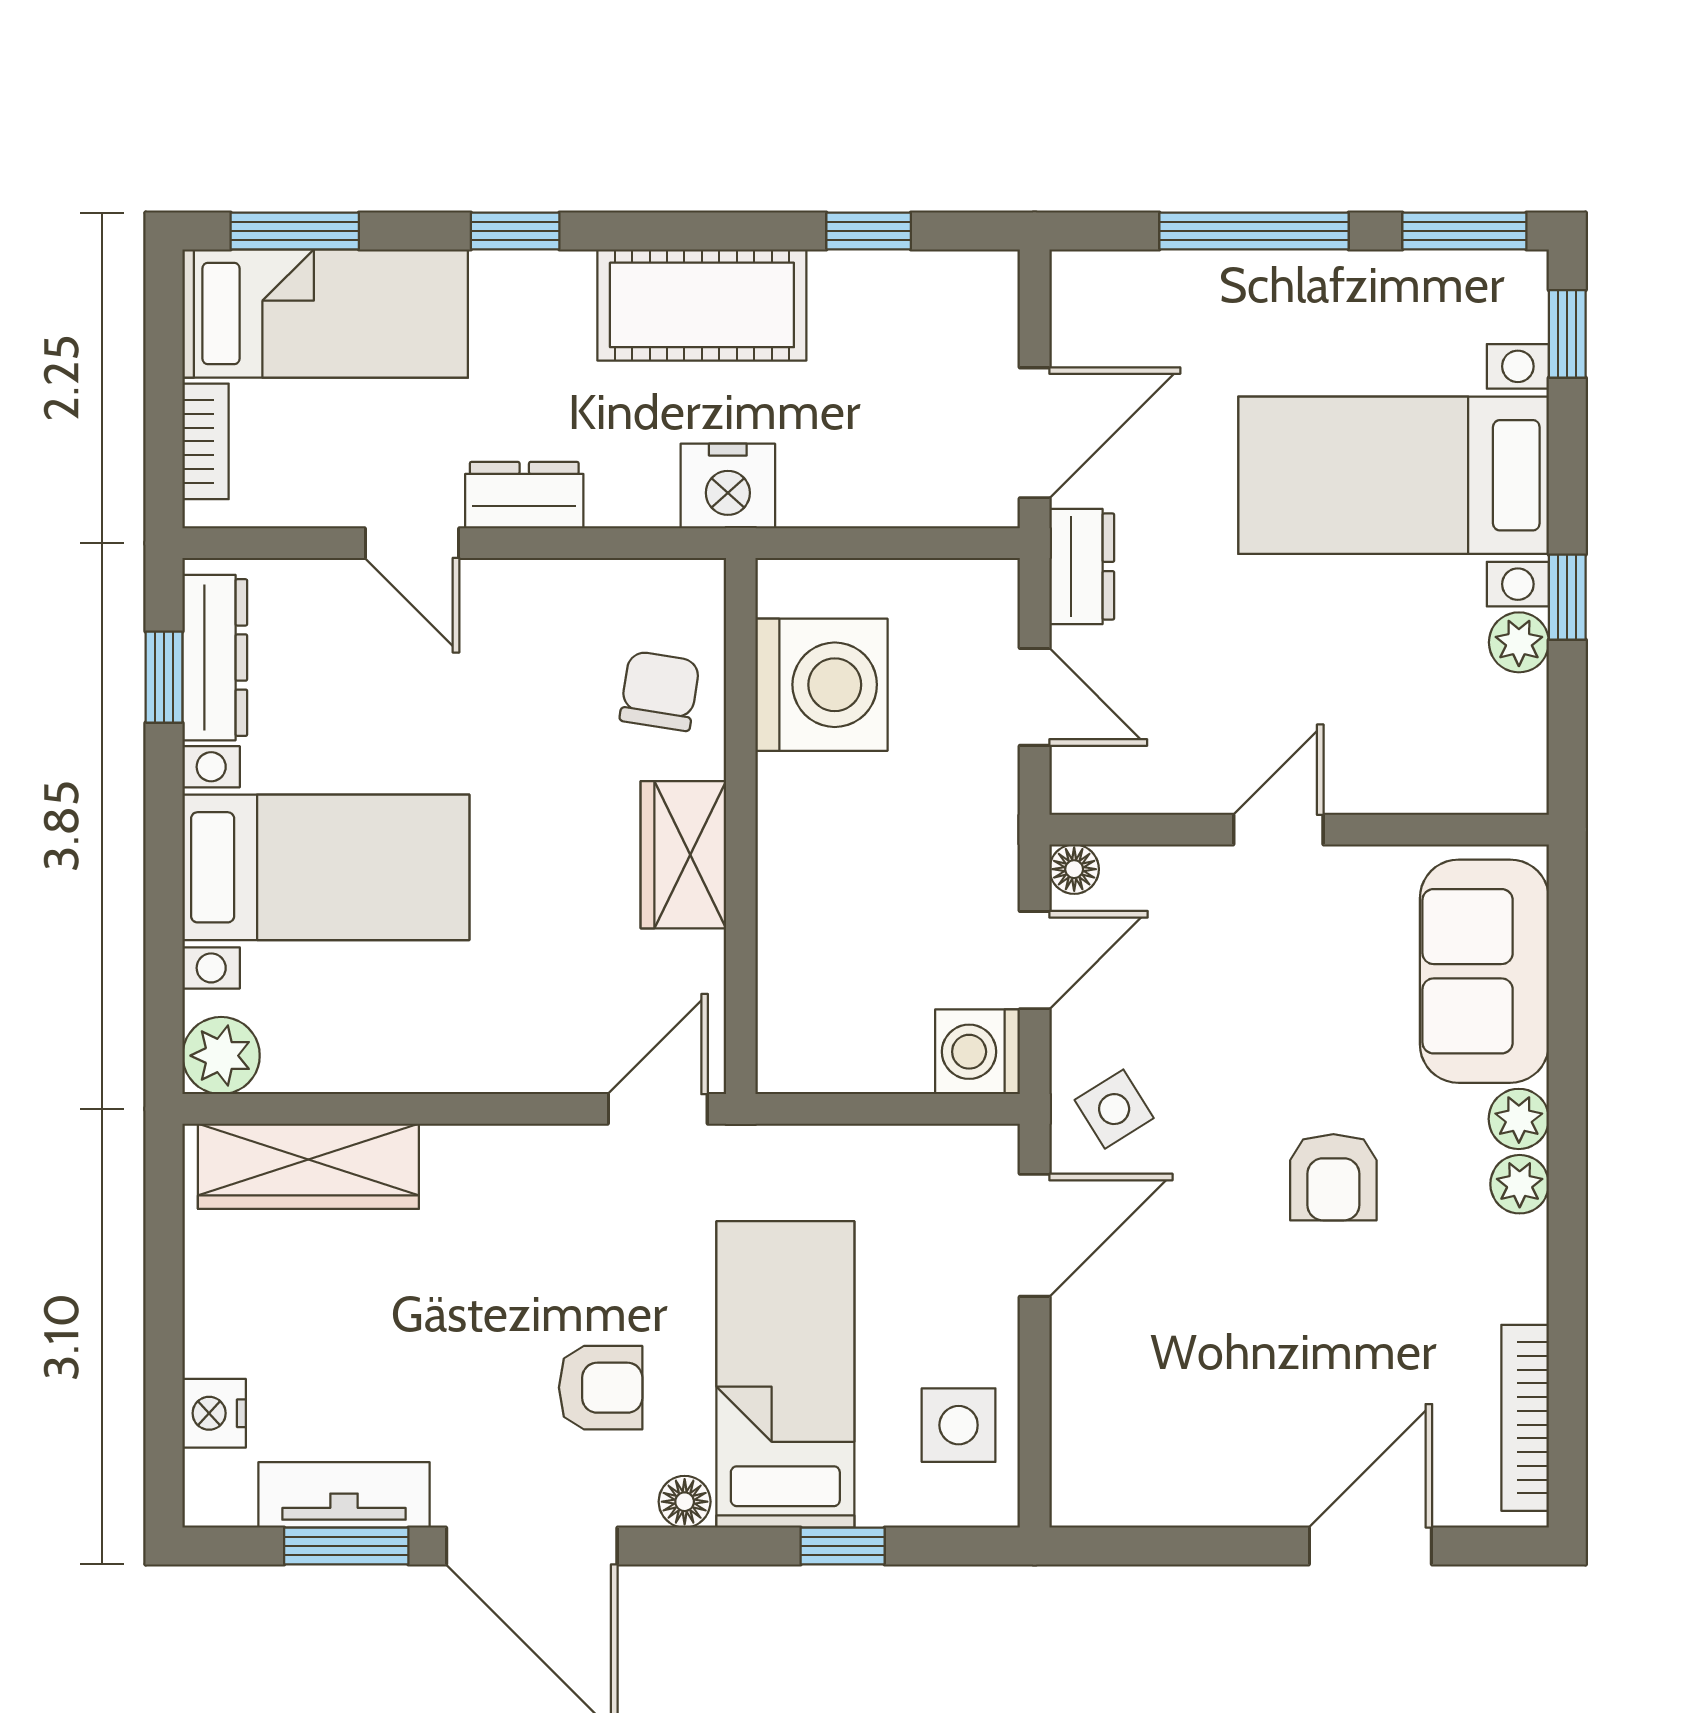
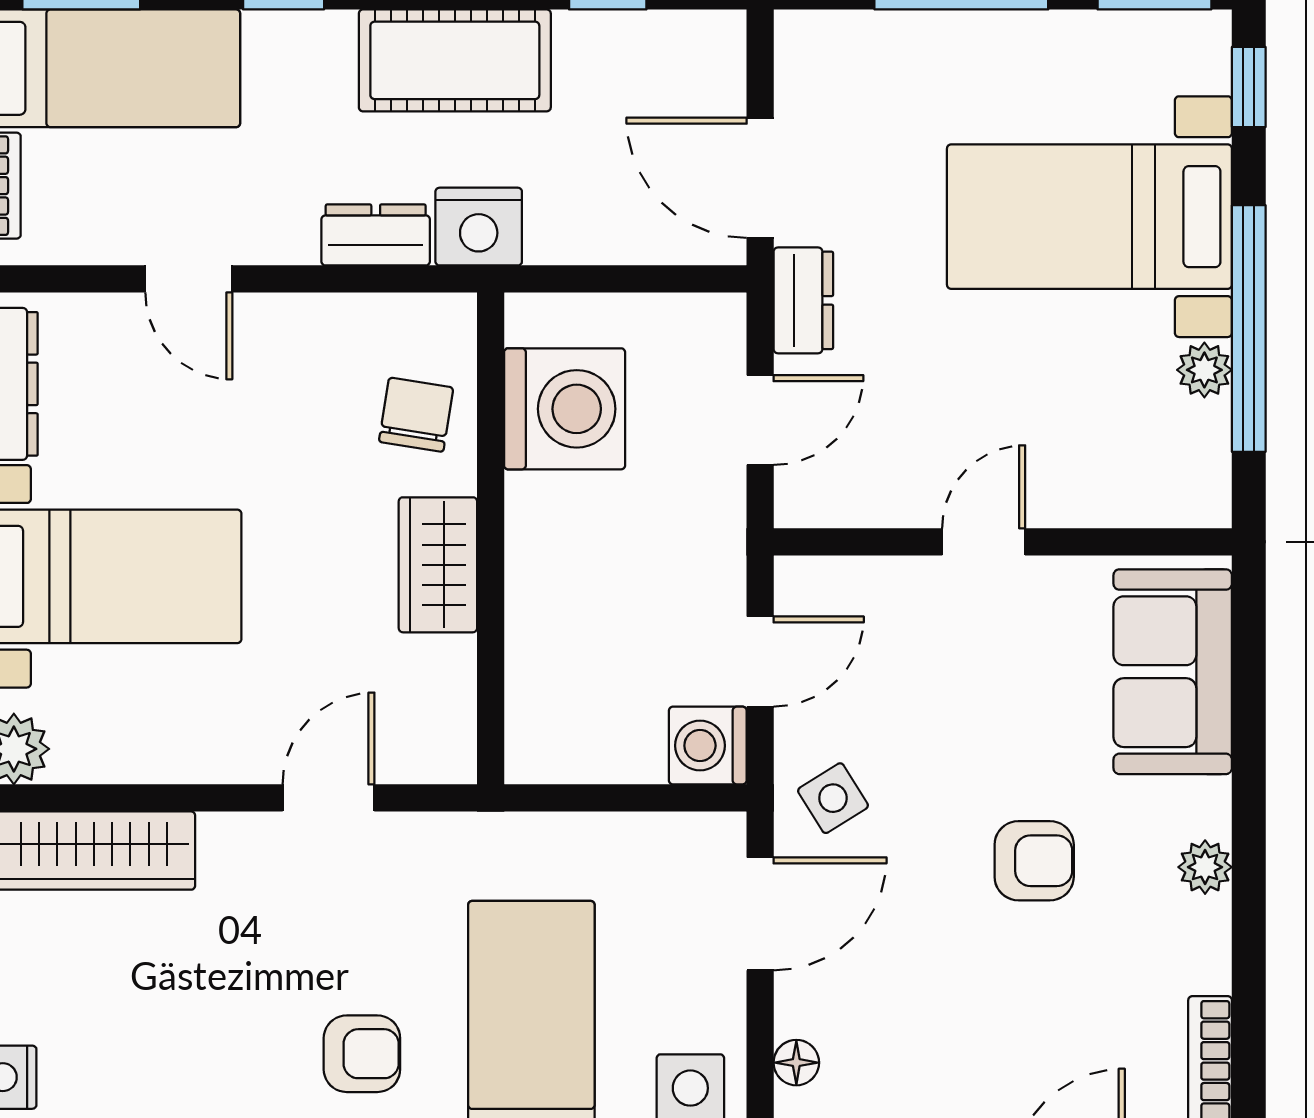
door: (1035, 433) -> (760, 178), swing flipped
dresser: (524, 495) -> (376, 235), moved
window: (1567, 597) -> (1249, 329), width x3.17
door: (1035, 697) -> (760, 420), hinge flipped
floor lamp: (1074, 869) -> (796, 1063), moved
door: (658, 1109) -> (329, 798), moved
plant: (1519, 1119) -> (1204, 807), removed
armchair: (1333, 1177) -> (1034, 861), turned -90

